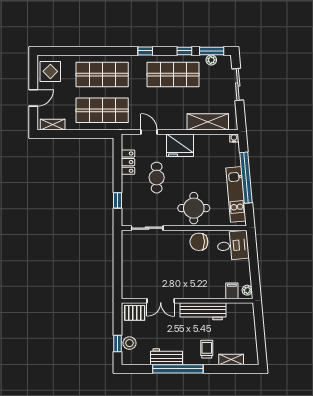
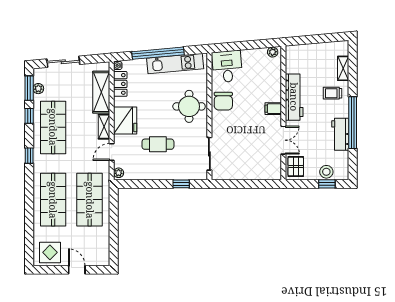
shelving: (53, 125) -> (104, 127), moved
plant: (129, 139) -> (119, 173), added
locker: (128, 162) -> (120, 84), moved, turned 90
filing cabinet: (232, 291) -> (273, 109), moved

